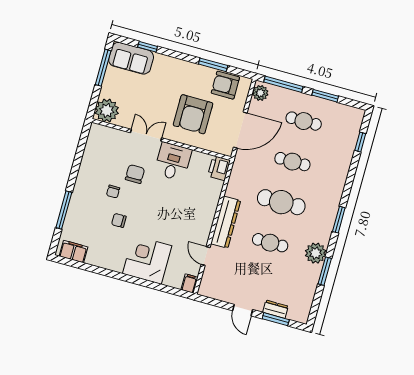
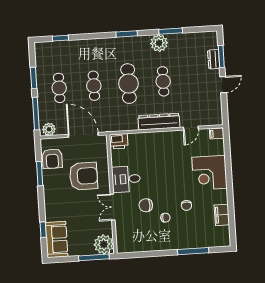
window: (103, 68) -> (94, 257), moved
filing cabinet: (73, 252) -> (222, 215), moved

